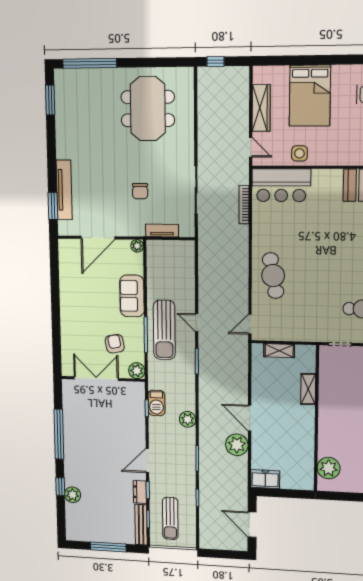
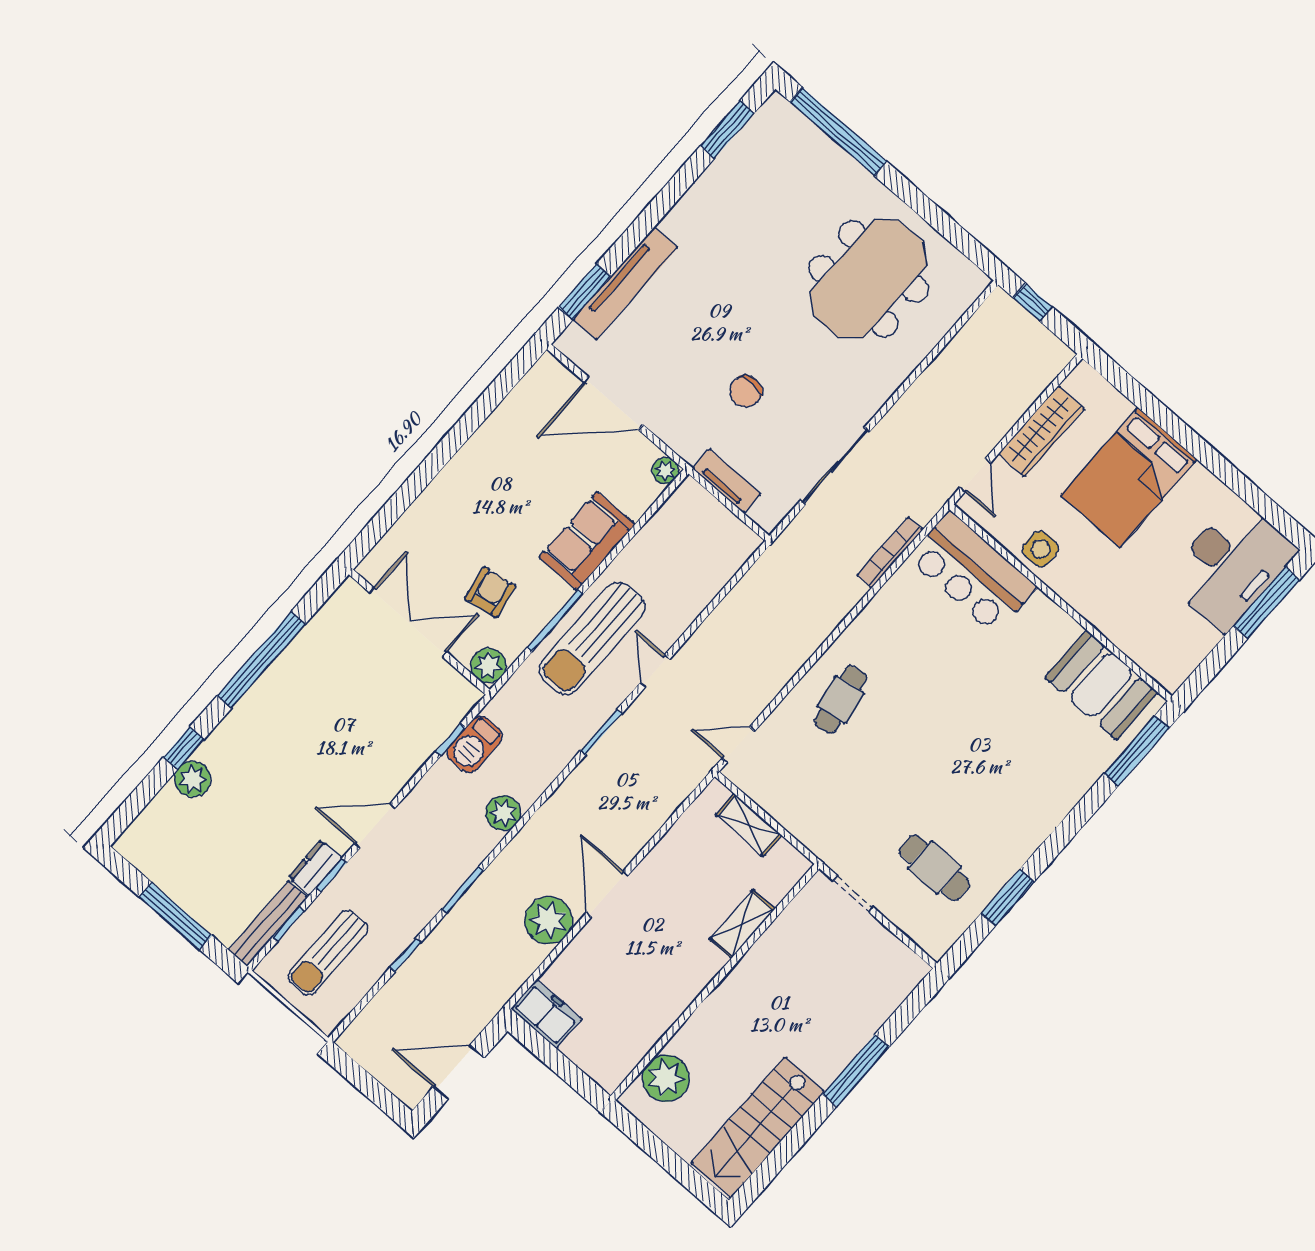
cafe table: (273, 276) -> (841, 700), width x0.73, depth x0.74
door: (252, 525) -> (459, 1072), hinge flipped

